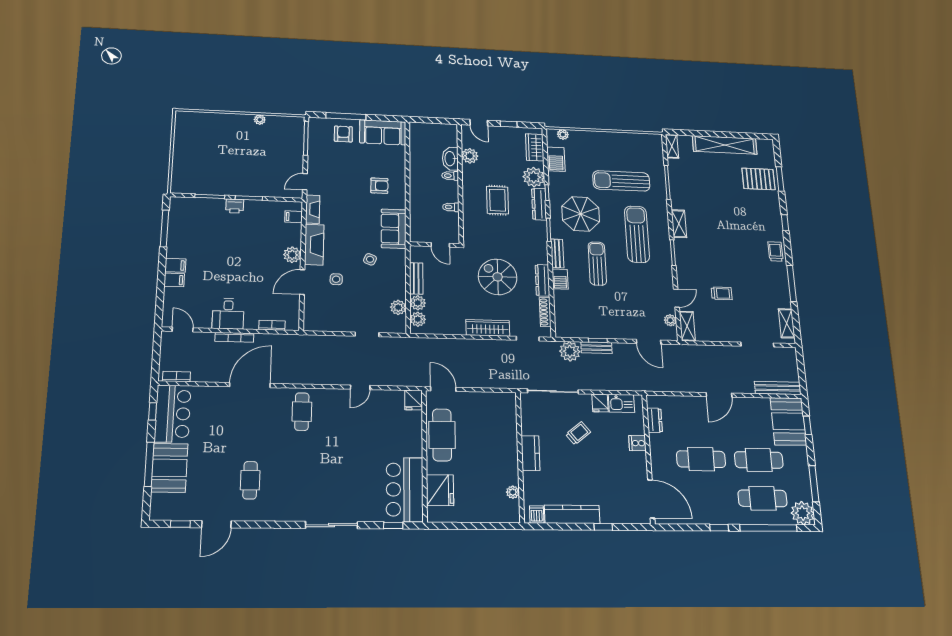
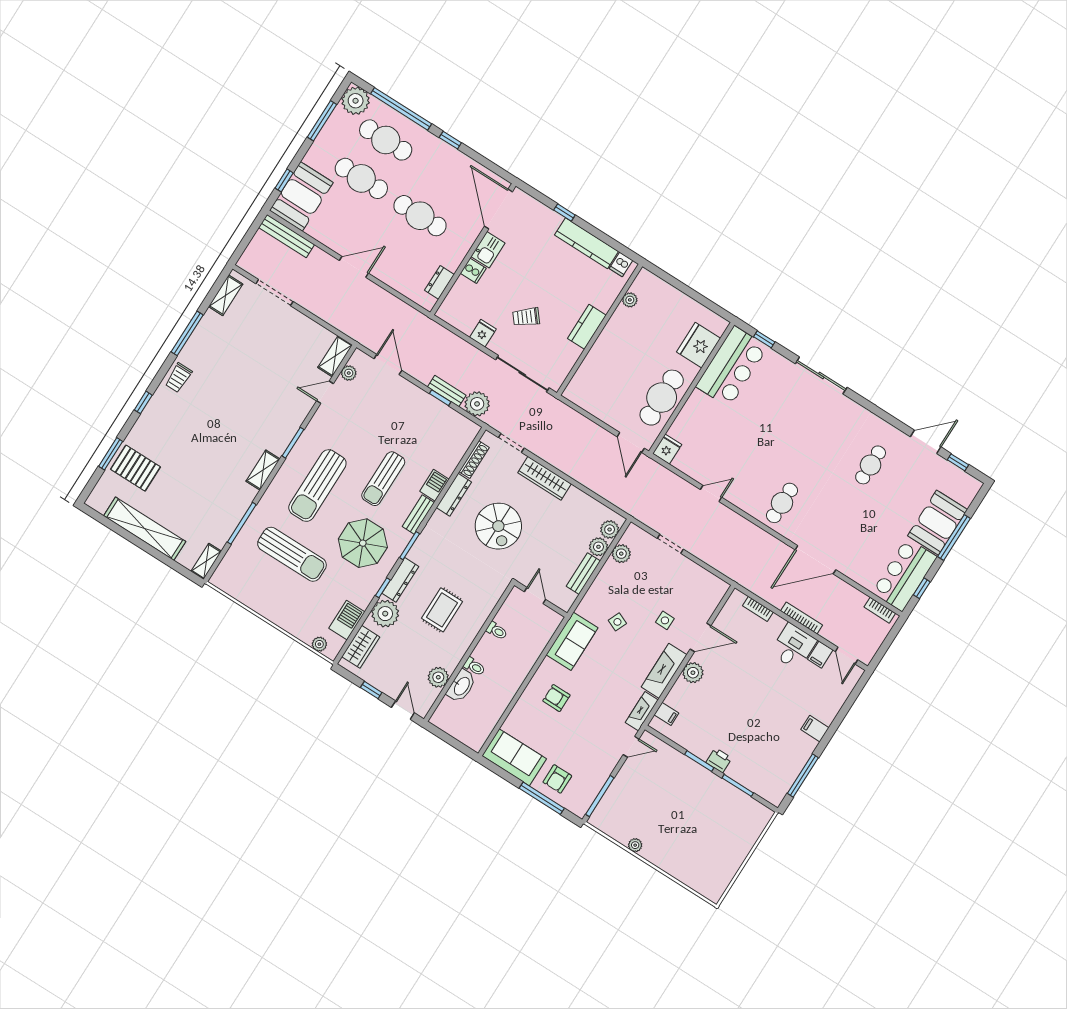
filing cabinet: (174, 280) -> (820, 655), moved, turned -90
trolley: (722, 293) -> (272, 368), removed
kitchen sink: (621, 403) -> (488, 250), moved, turned 90

